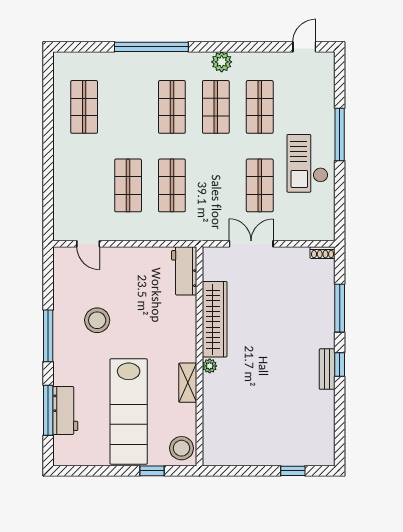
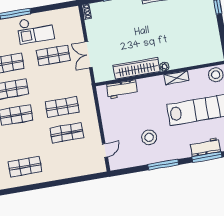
workbench: (184, 271) -> (122, 89), moved

